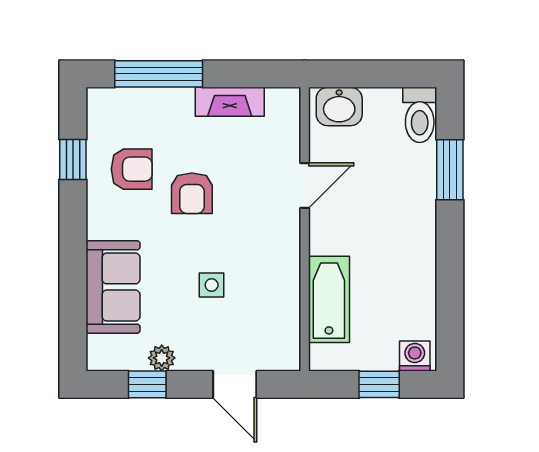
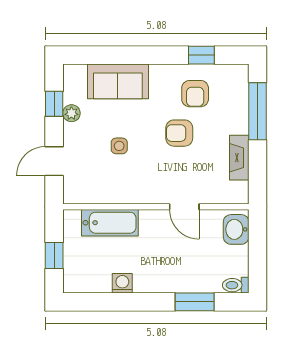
toilet: (420, 115) -> (236, 285), width x0.73, depth x0.72
washing machine: (415, 356) -> (122, 283), moved, turned -90

